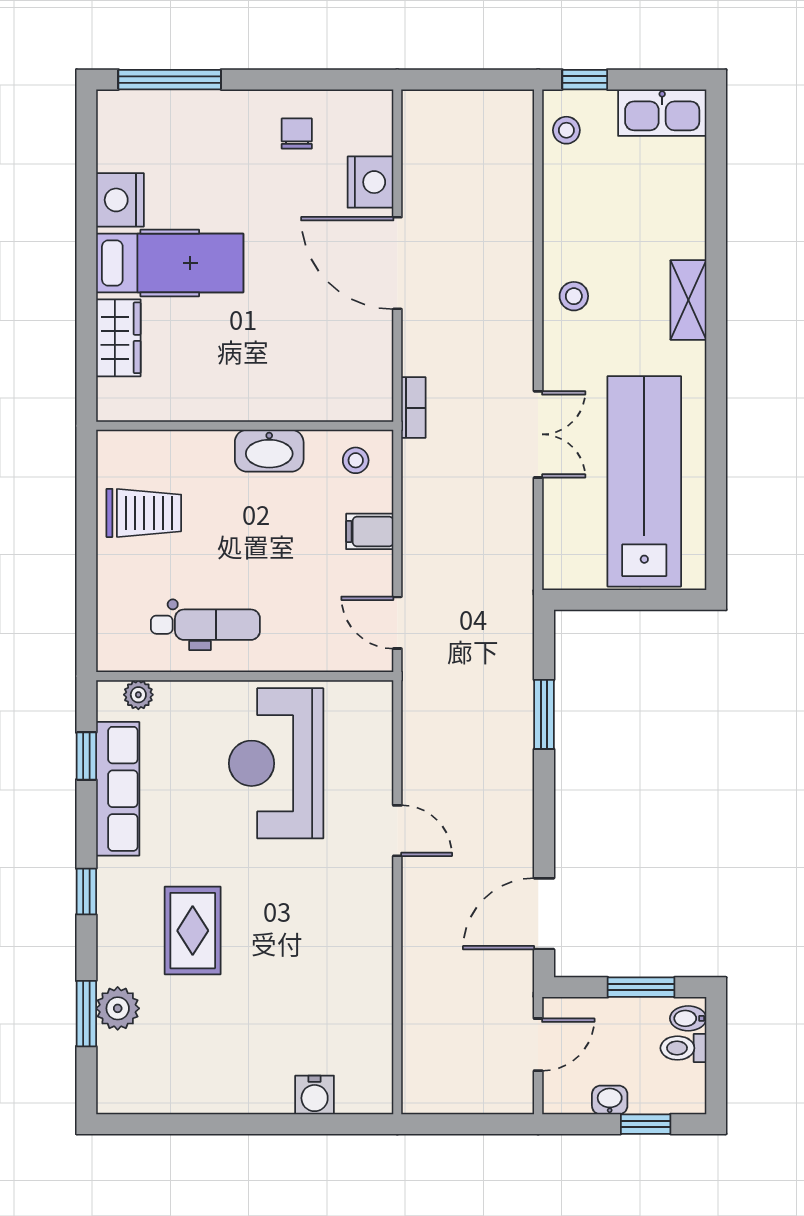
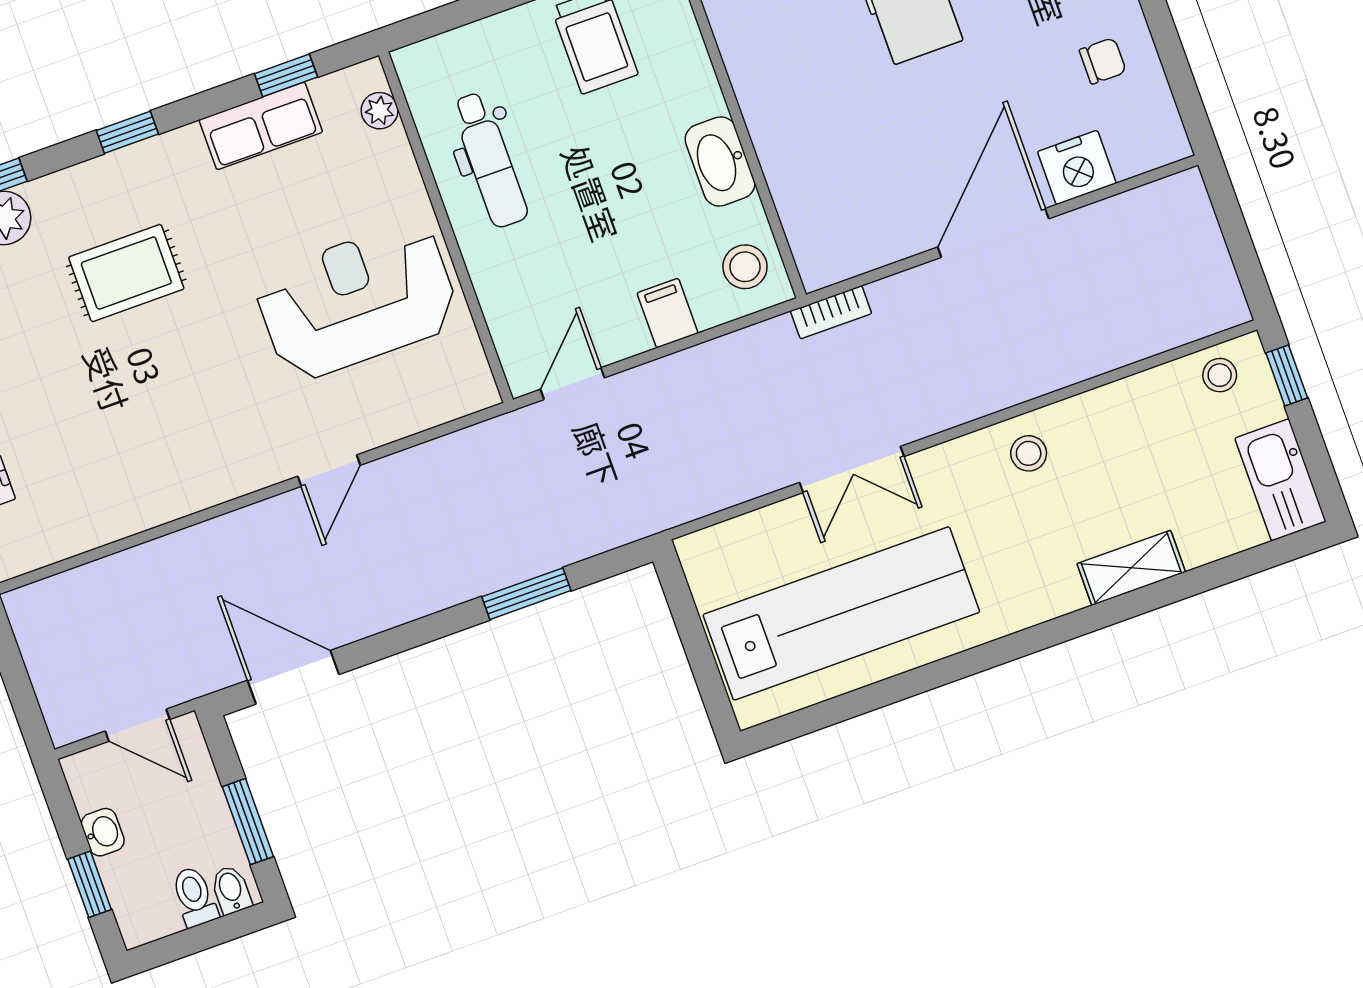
shelving: (688, 300) -> (1131, 568), moved
stool: (356, 460) -> (745, 267), width x1.37, depth x1.37
row of seats: (118, 789) -> (261, 126), width x0.68

